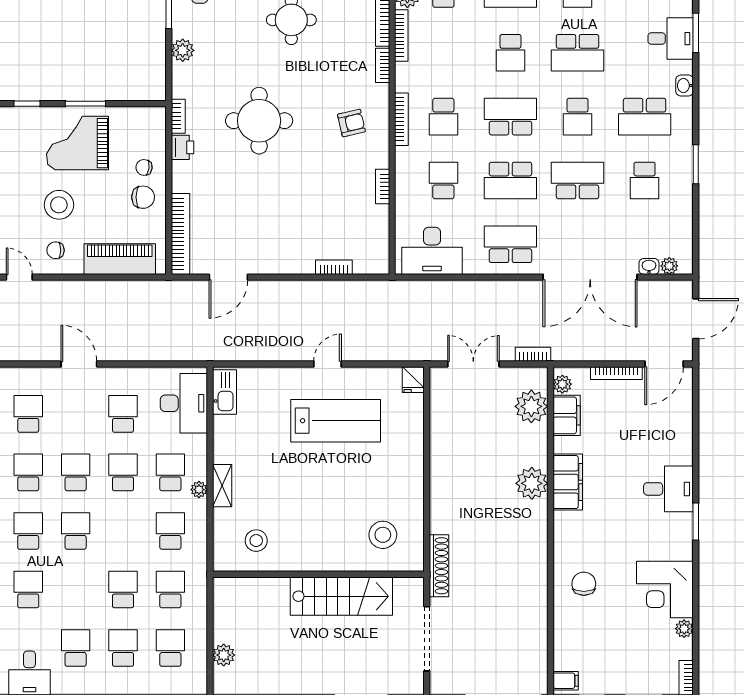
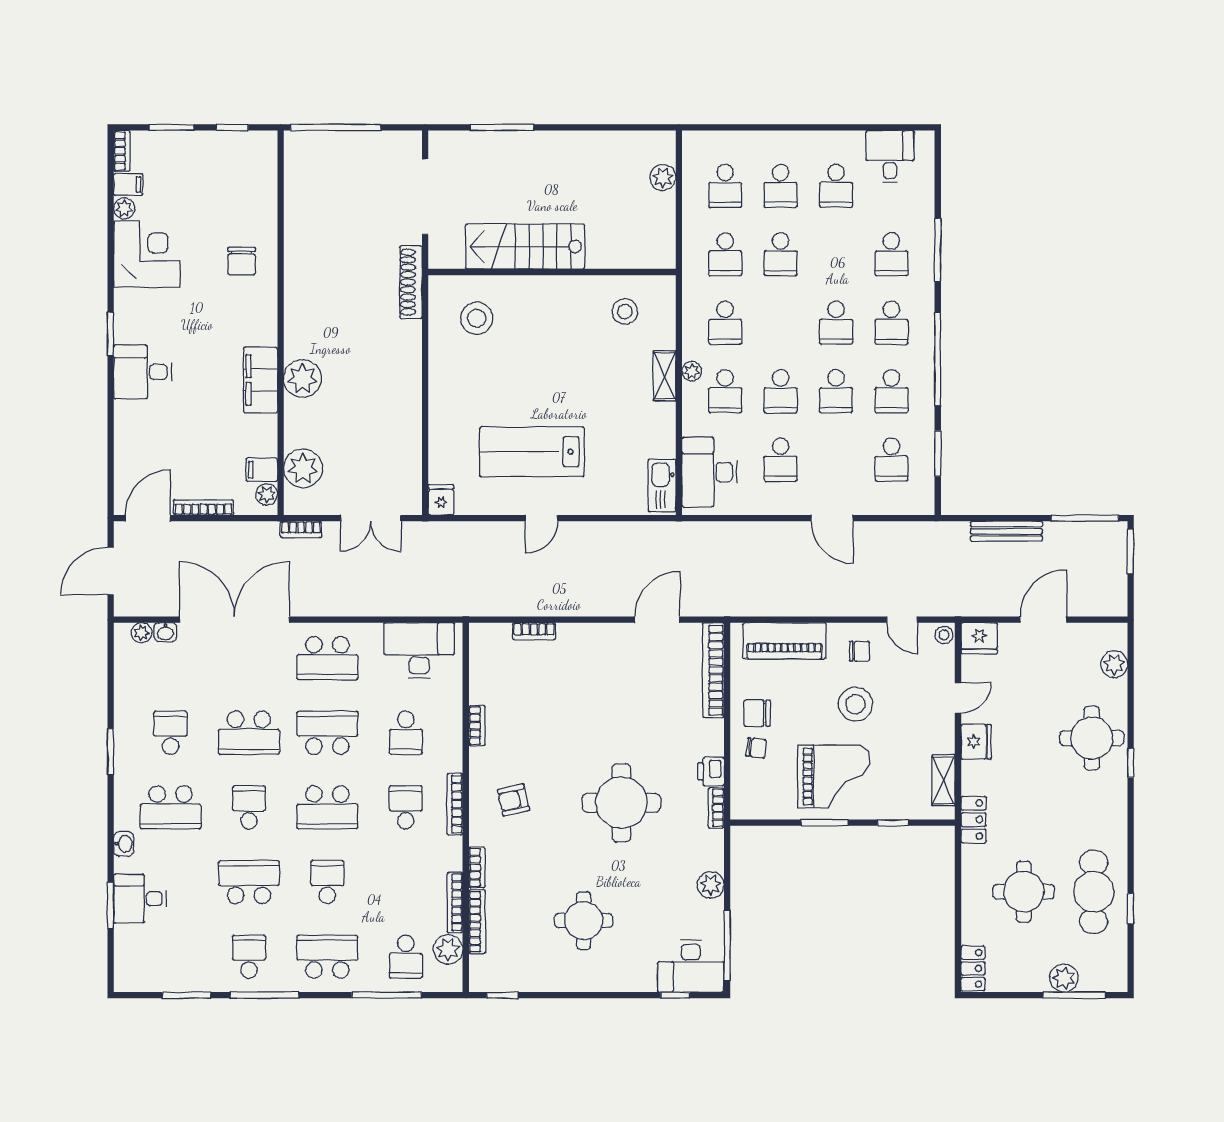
school desk: (645, 117) -> (171, 807), turned 180
filing cabinet: (567, 415) -> (262, 470), width x0.50
filing cabinet: (566, 681) -> (128, 184), moved, turned 180

